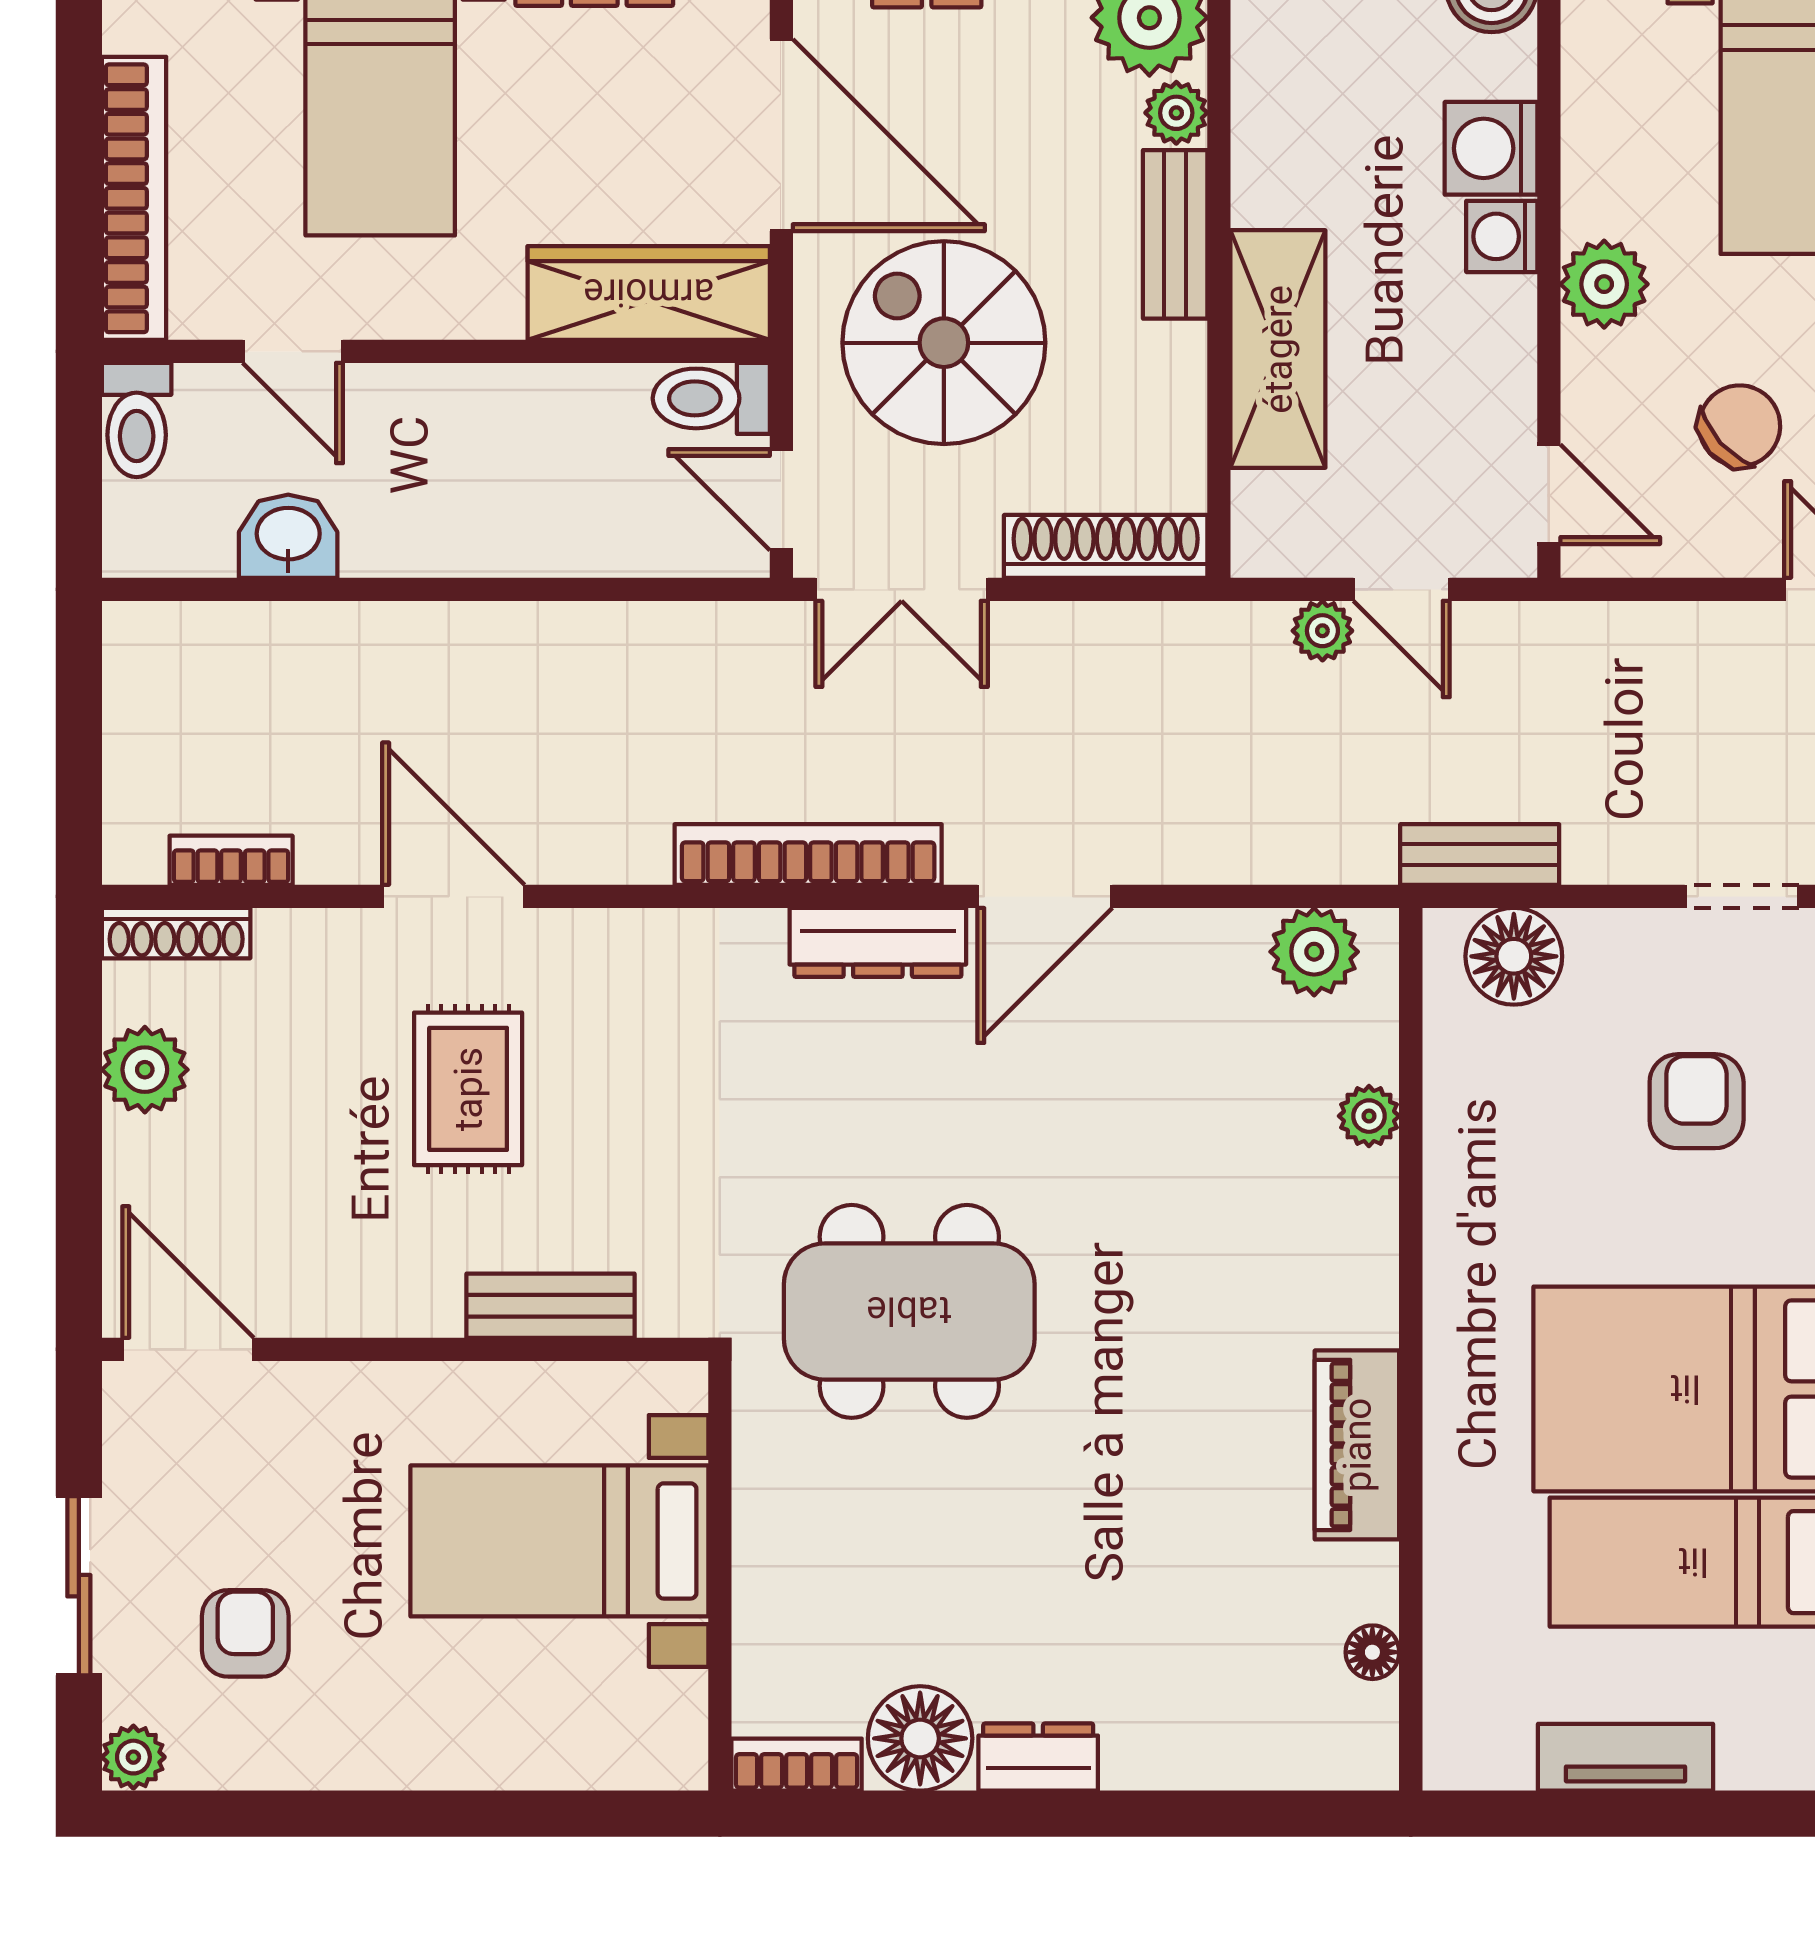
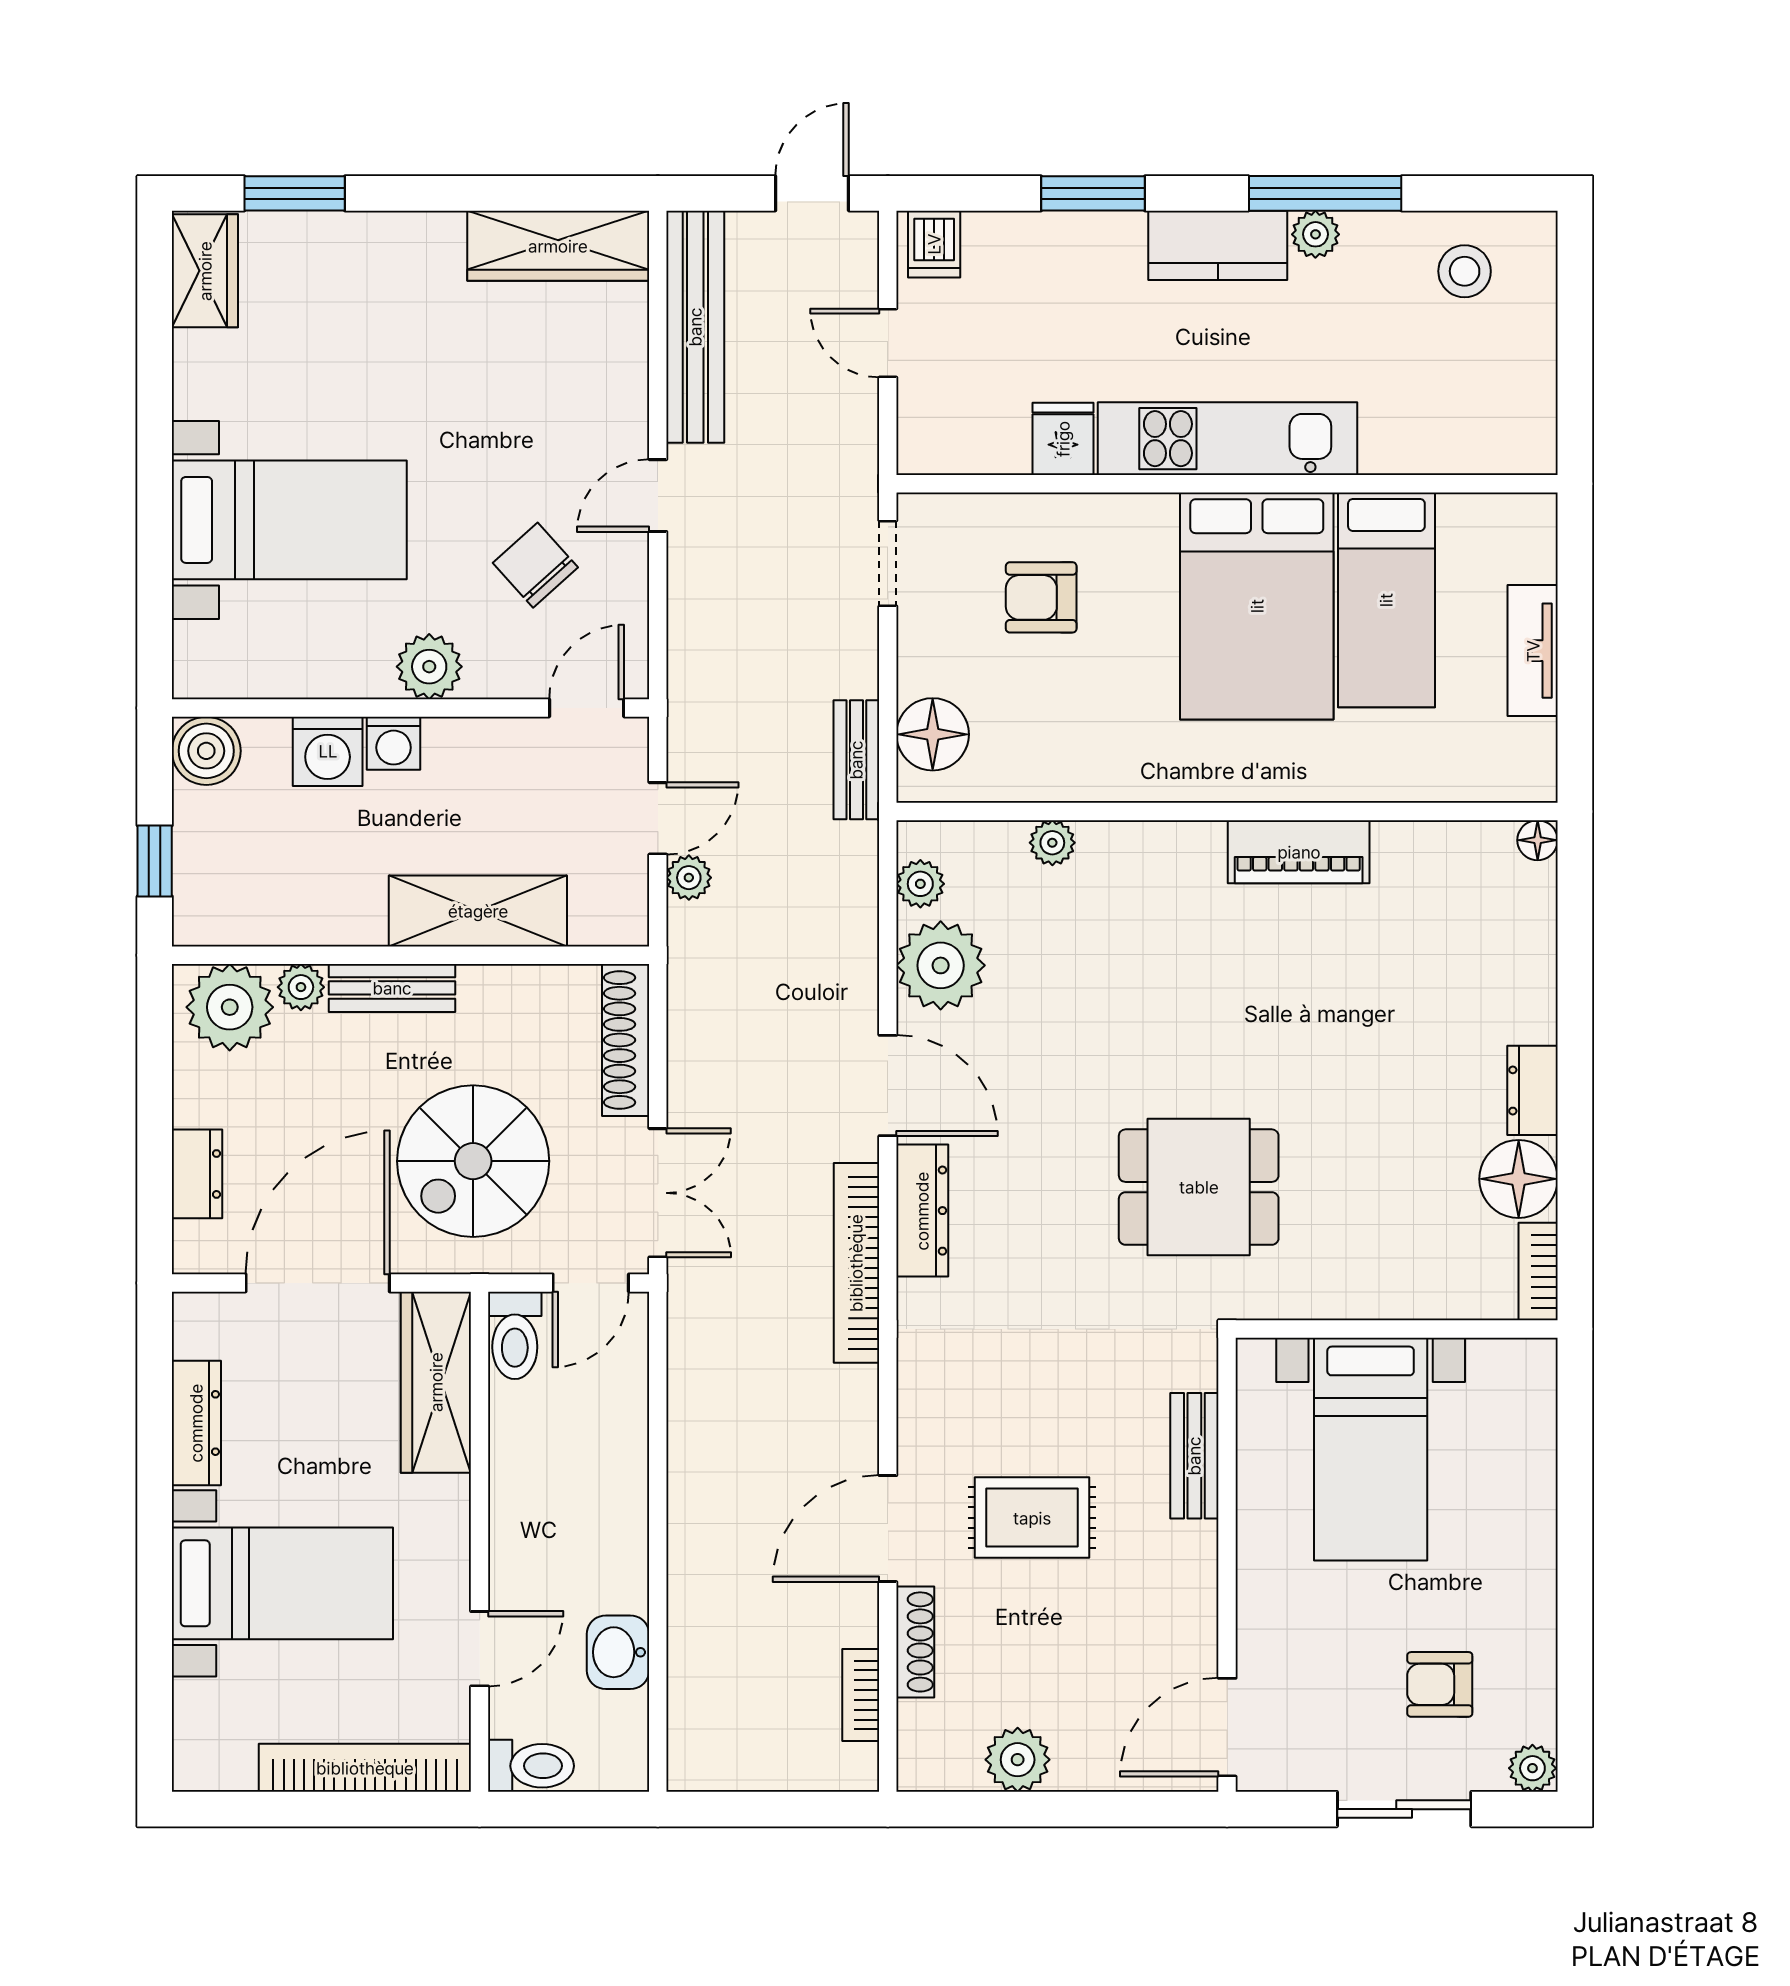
shoe rack: (176, 933) -> (915, 1642), moved
plant: (1314, 952) -> (920, 884), width x0.73, depth x0.73
plant: (1205, 967) -> (941, 965), added
dining table: (909, 1311) -> (1199, 1187), width x0.73
floor lamp: (1372, 1652) -> (1538, 840), moved

